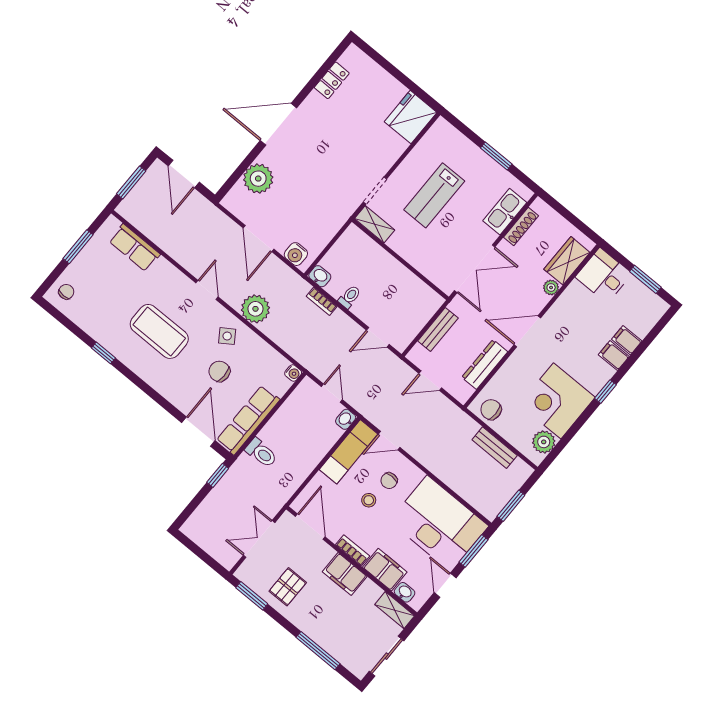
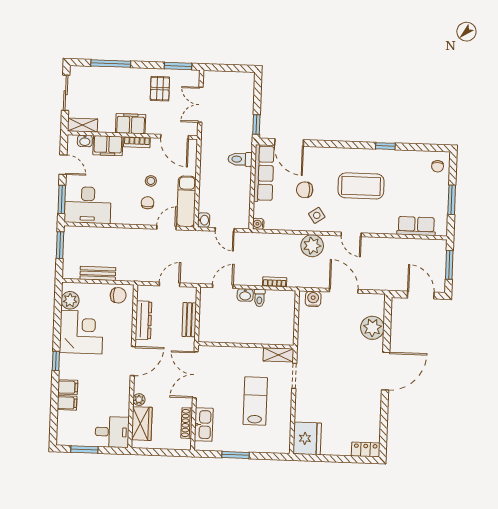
locker: (332, 80) -> (366, 450), moved, turned 90
washbasin: (320, 276) -> (245, 295), moved
chair: (219, 371) -> (305, 190), turned 180
desk: (439, 523) -> (88, 205), width x0.73, depth x0.77
double door: (259, 539) -> (200, 105), swing flipped

